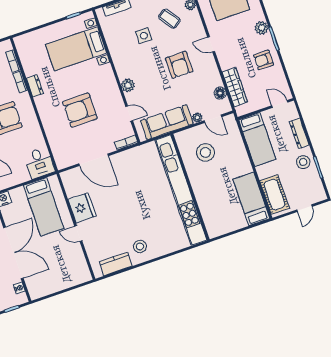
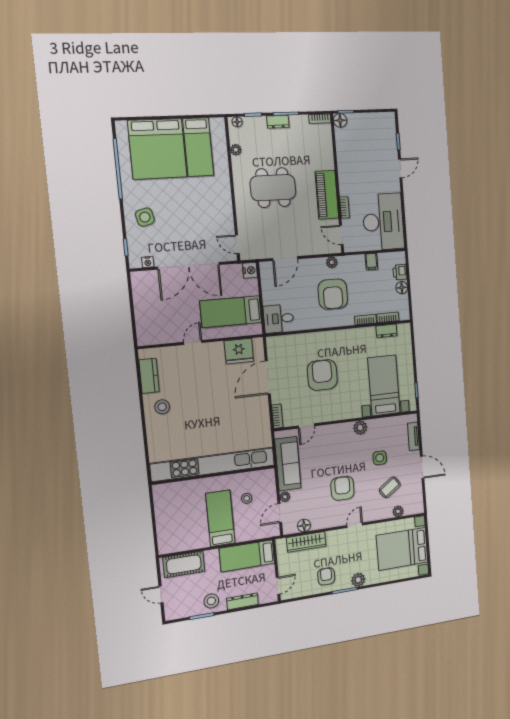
armchair: (179, 65) -> (342, 488), turned 90
plant: (128, 85) -> (360, 428), moved
dresser: (35, 86) -> (387, 331), moved
stool: (205, 152) -> (247, 498), width x0.53, depth x0.53
bed: (251, 199) -> (220, 518), moved, turned -90
fridge: (82, 208) -> (239, 351), moved

